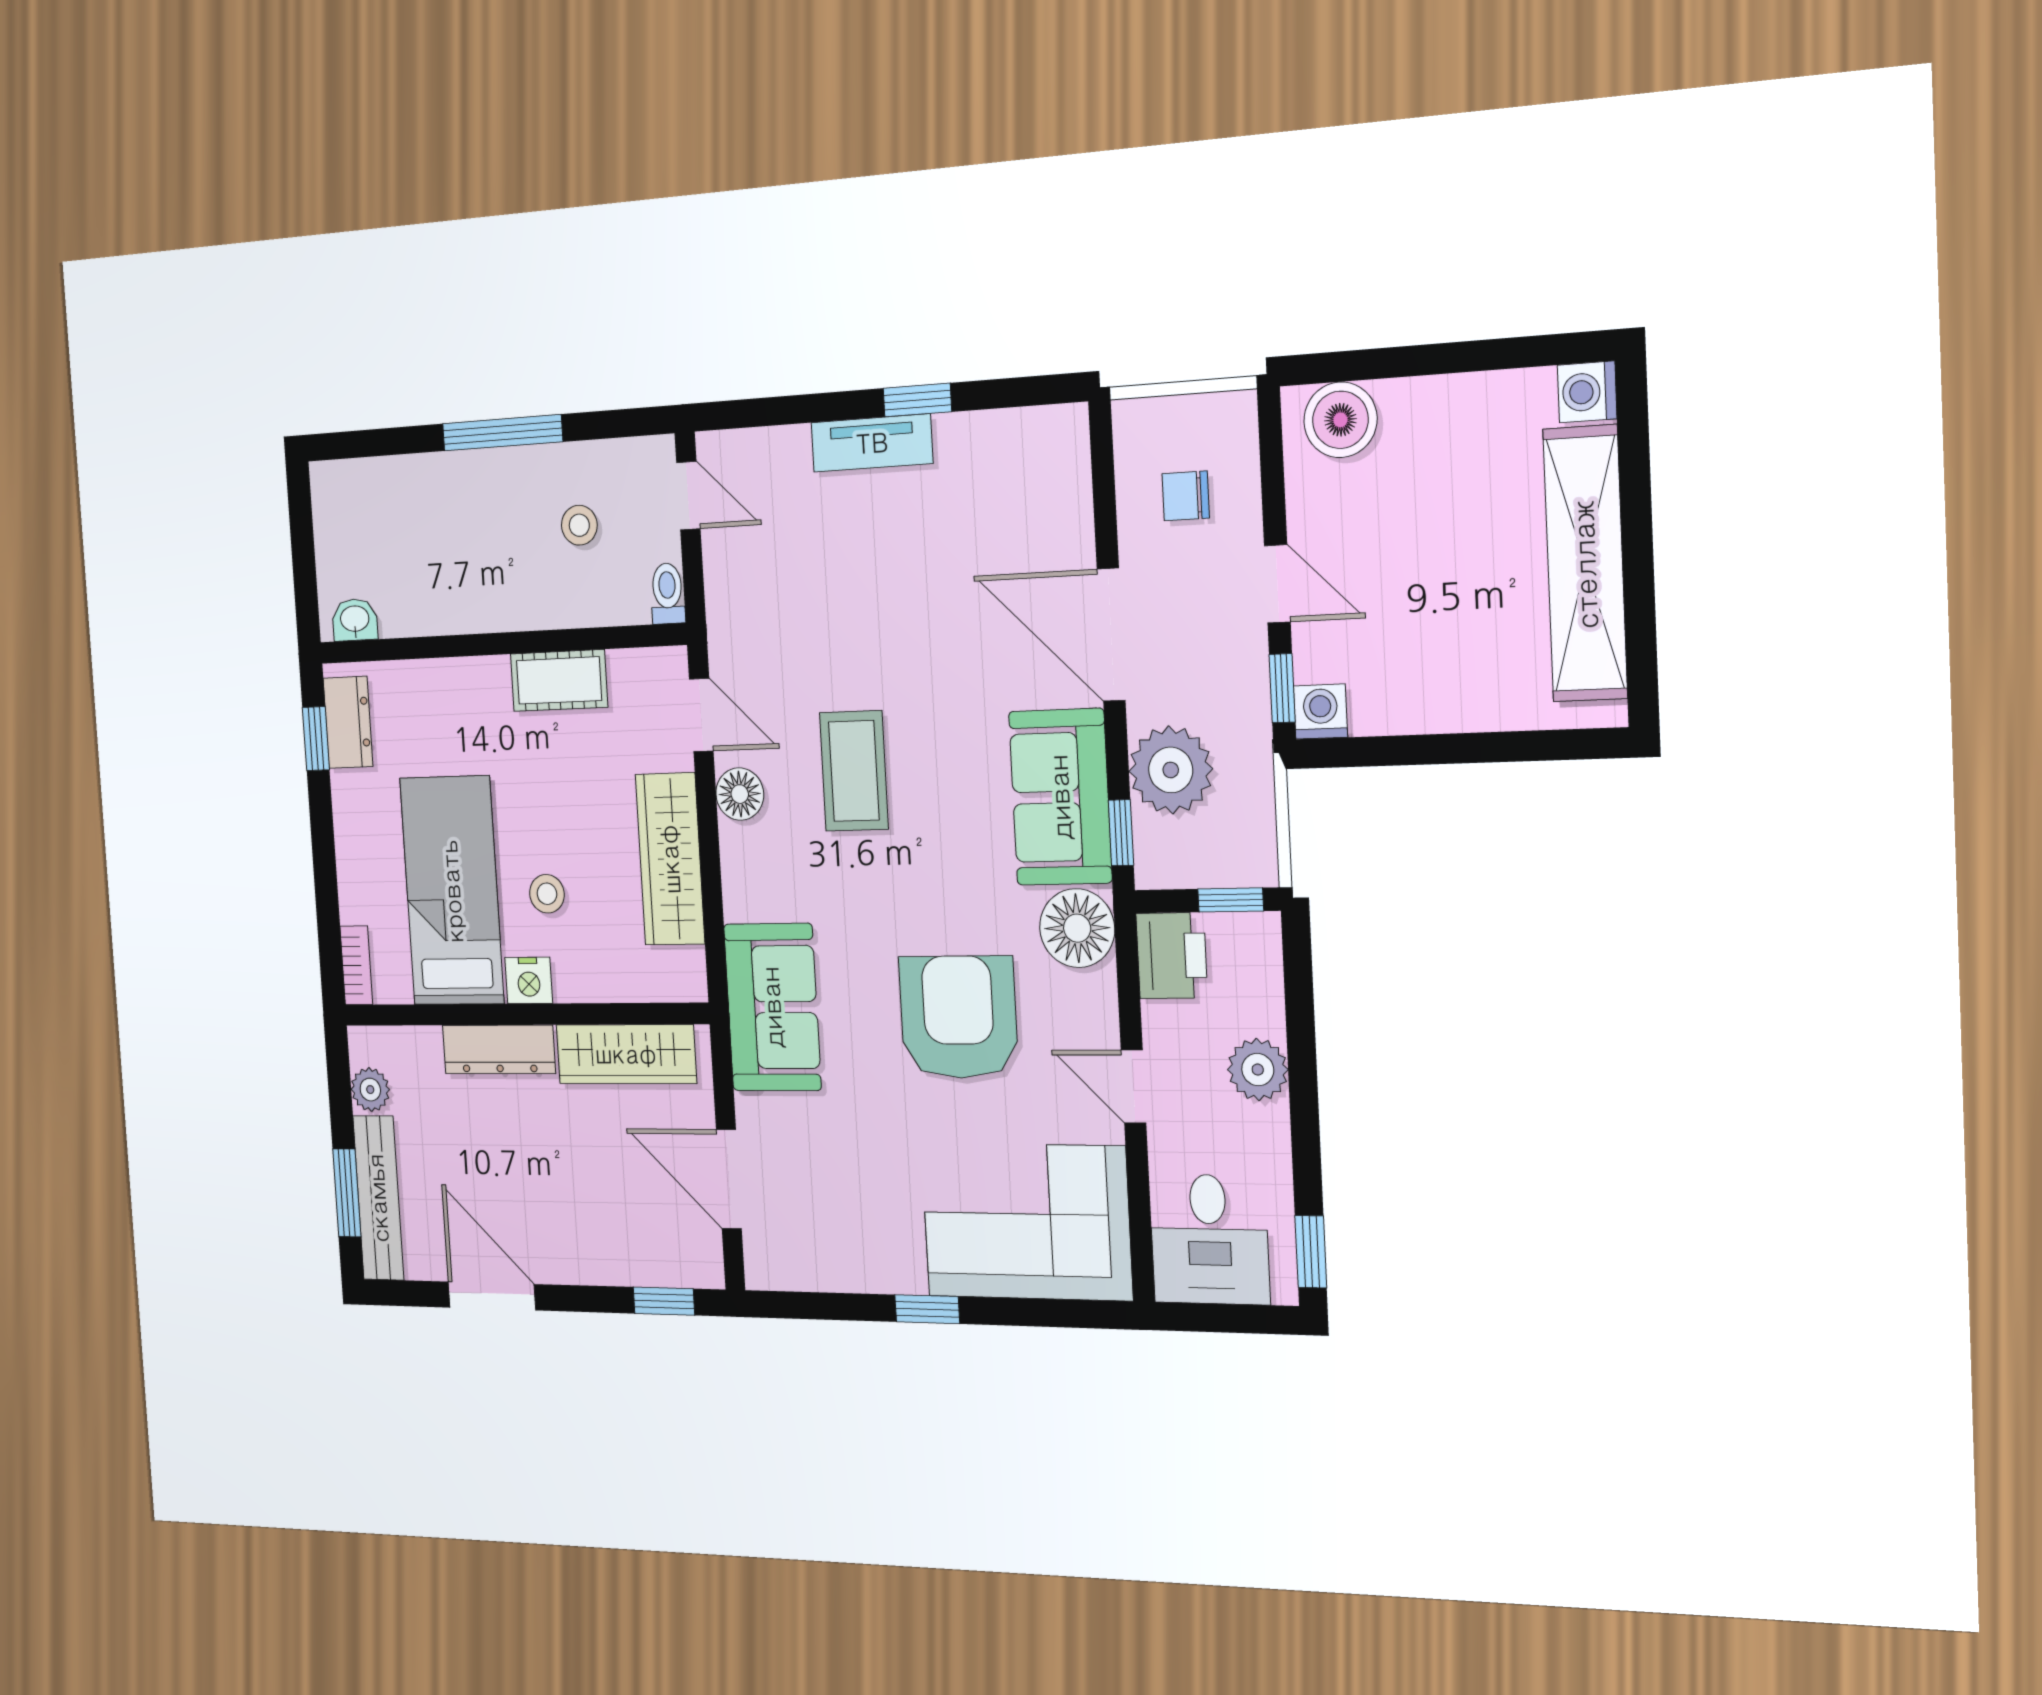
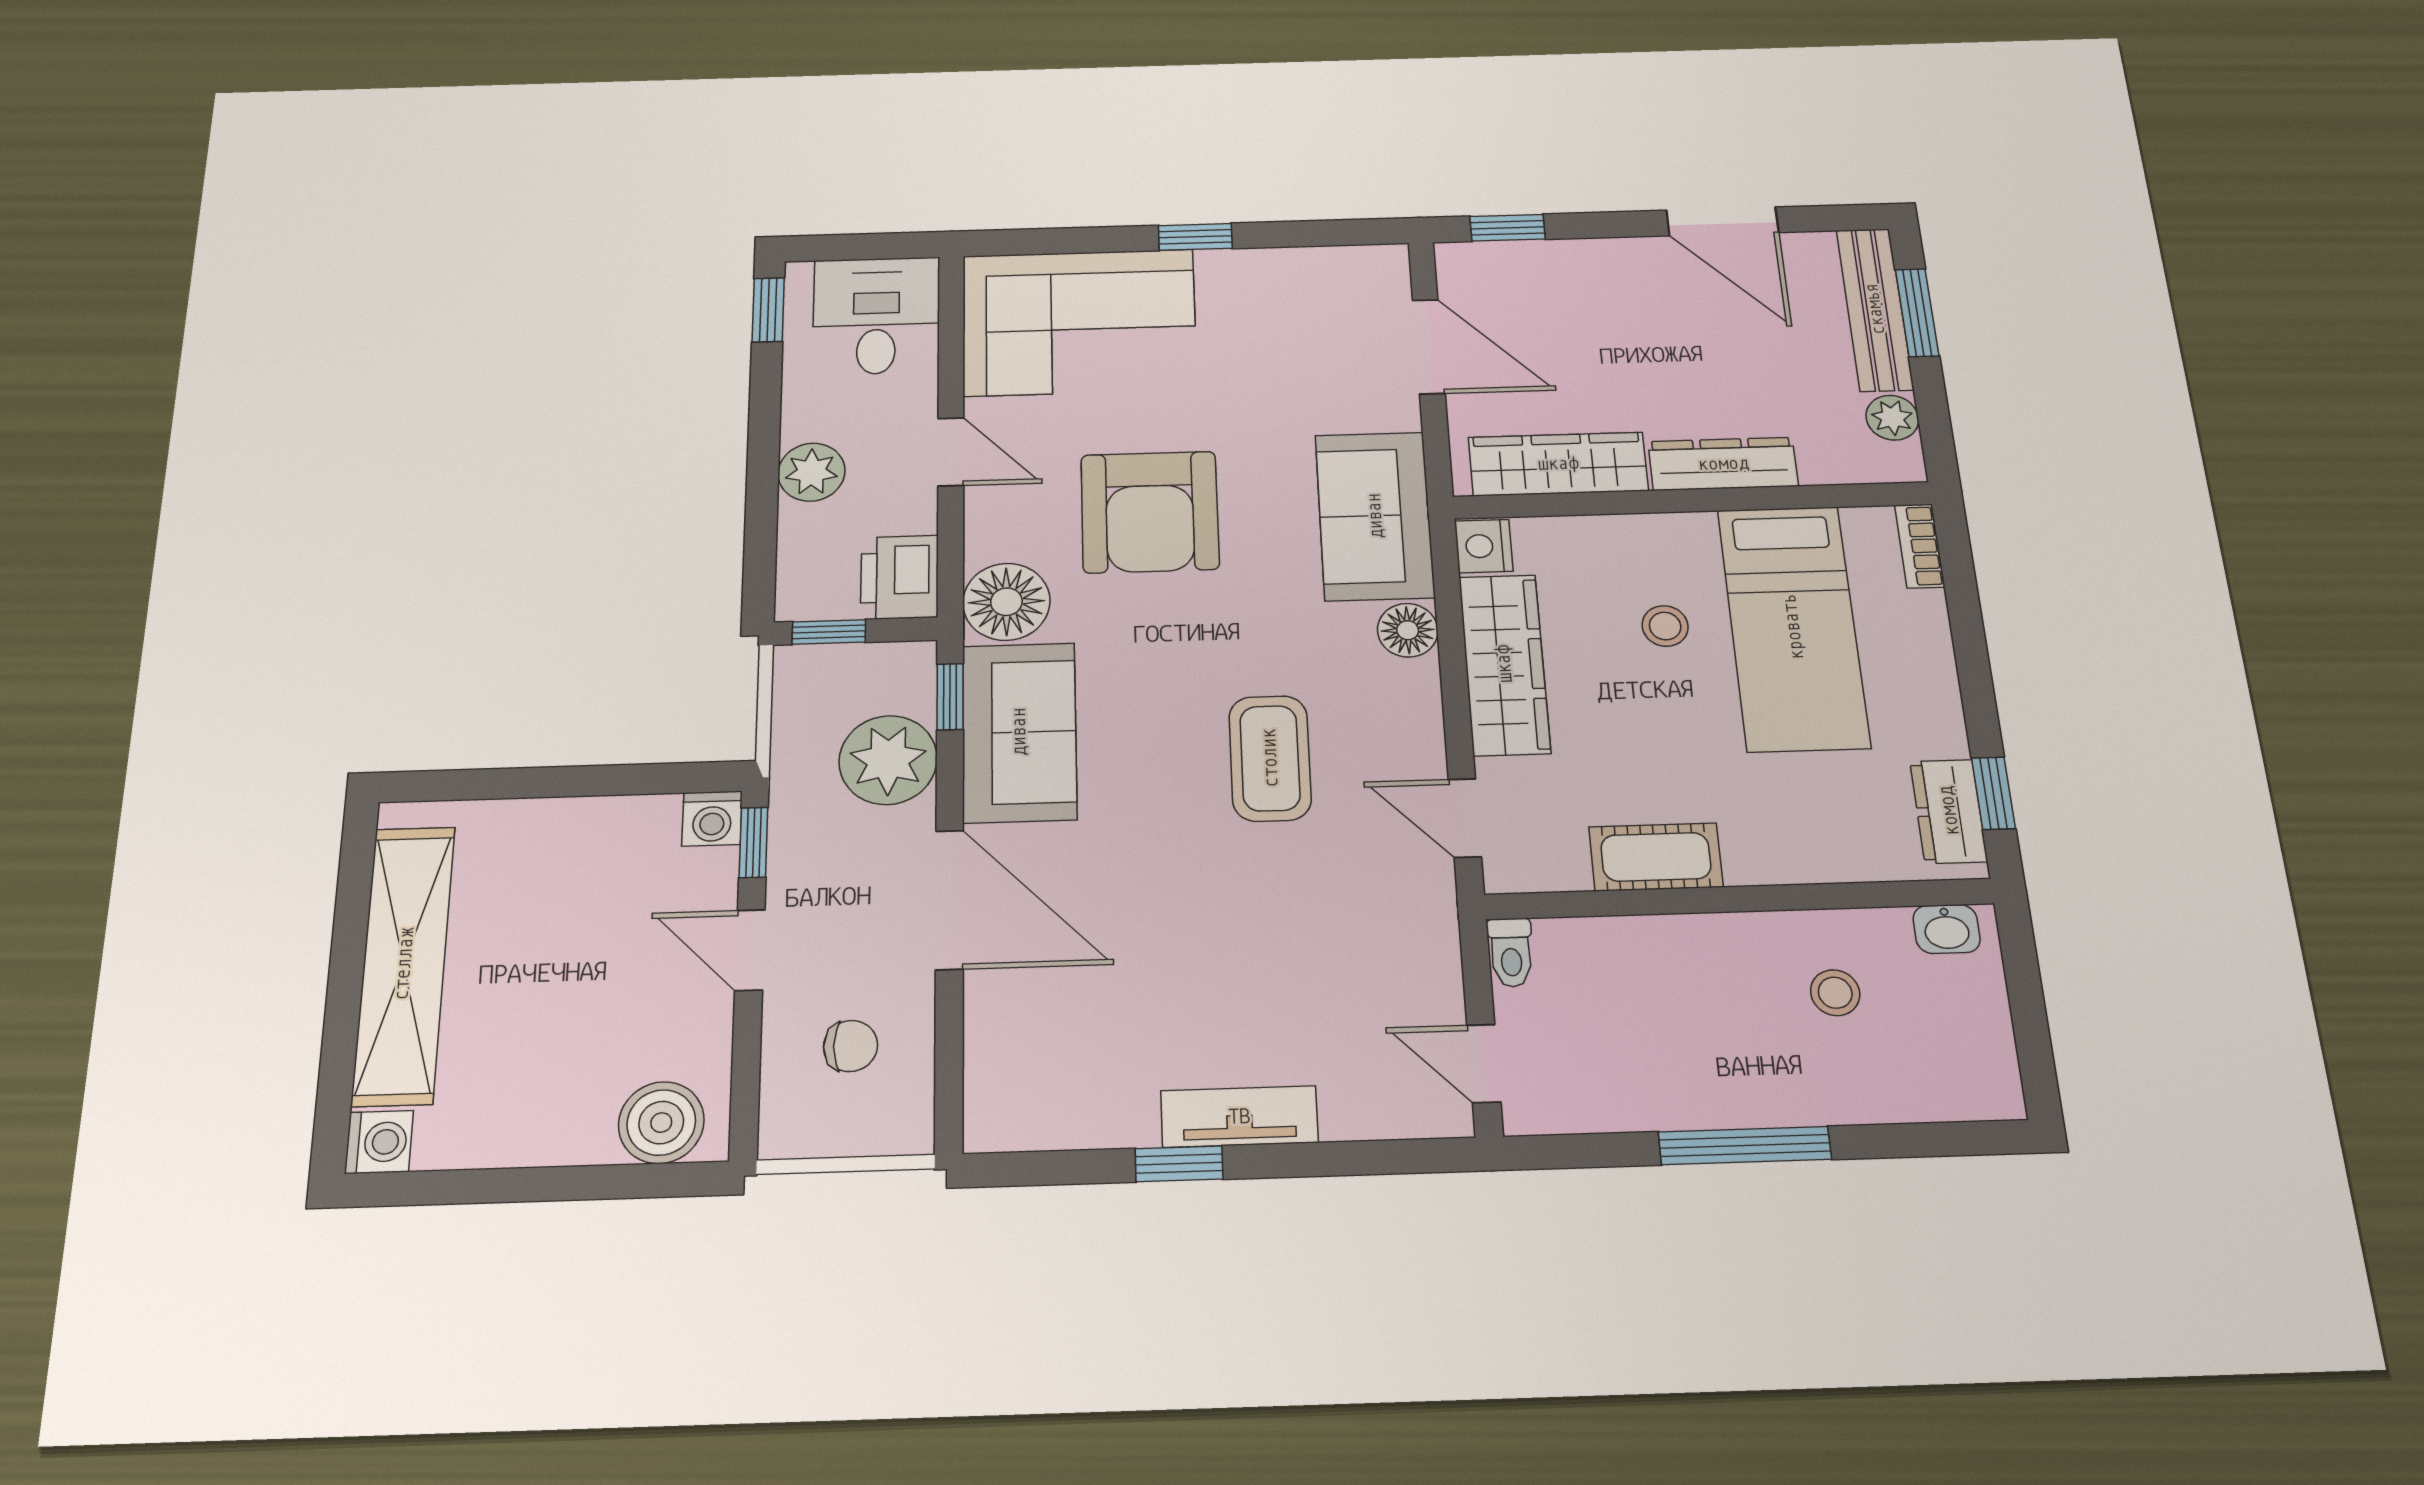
stool: (579, 525) -> (1835, 993), moved
floor lamp: (740, 794) -> (1408, 630), moved
nightstand: (529, 980) -> (1484, 546), moved, turned -90

